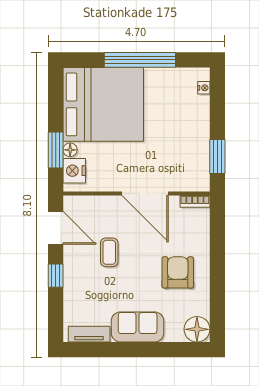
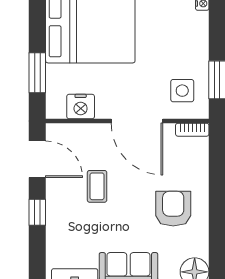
floor lamp: (70, 150) -> (53, 72), removed
side table: (186, 166) -> (182, 91), added
nightstand: (74, 171) -> (81, 107), moved, turned -90

